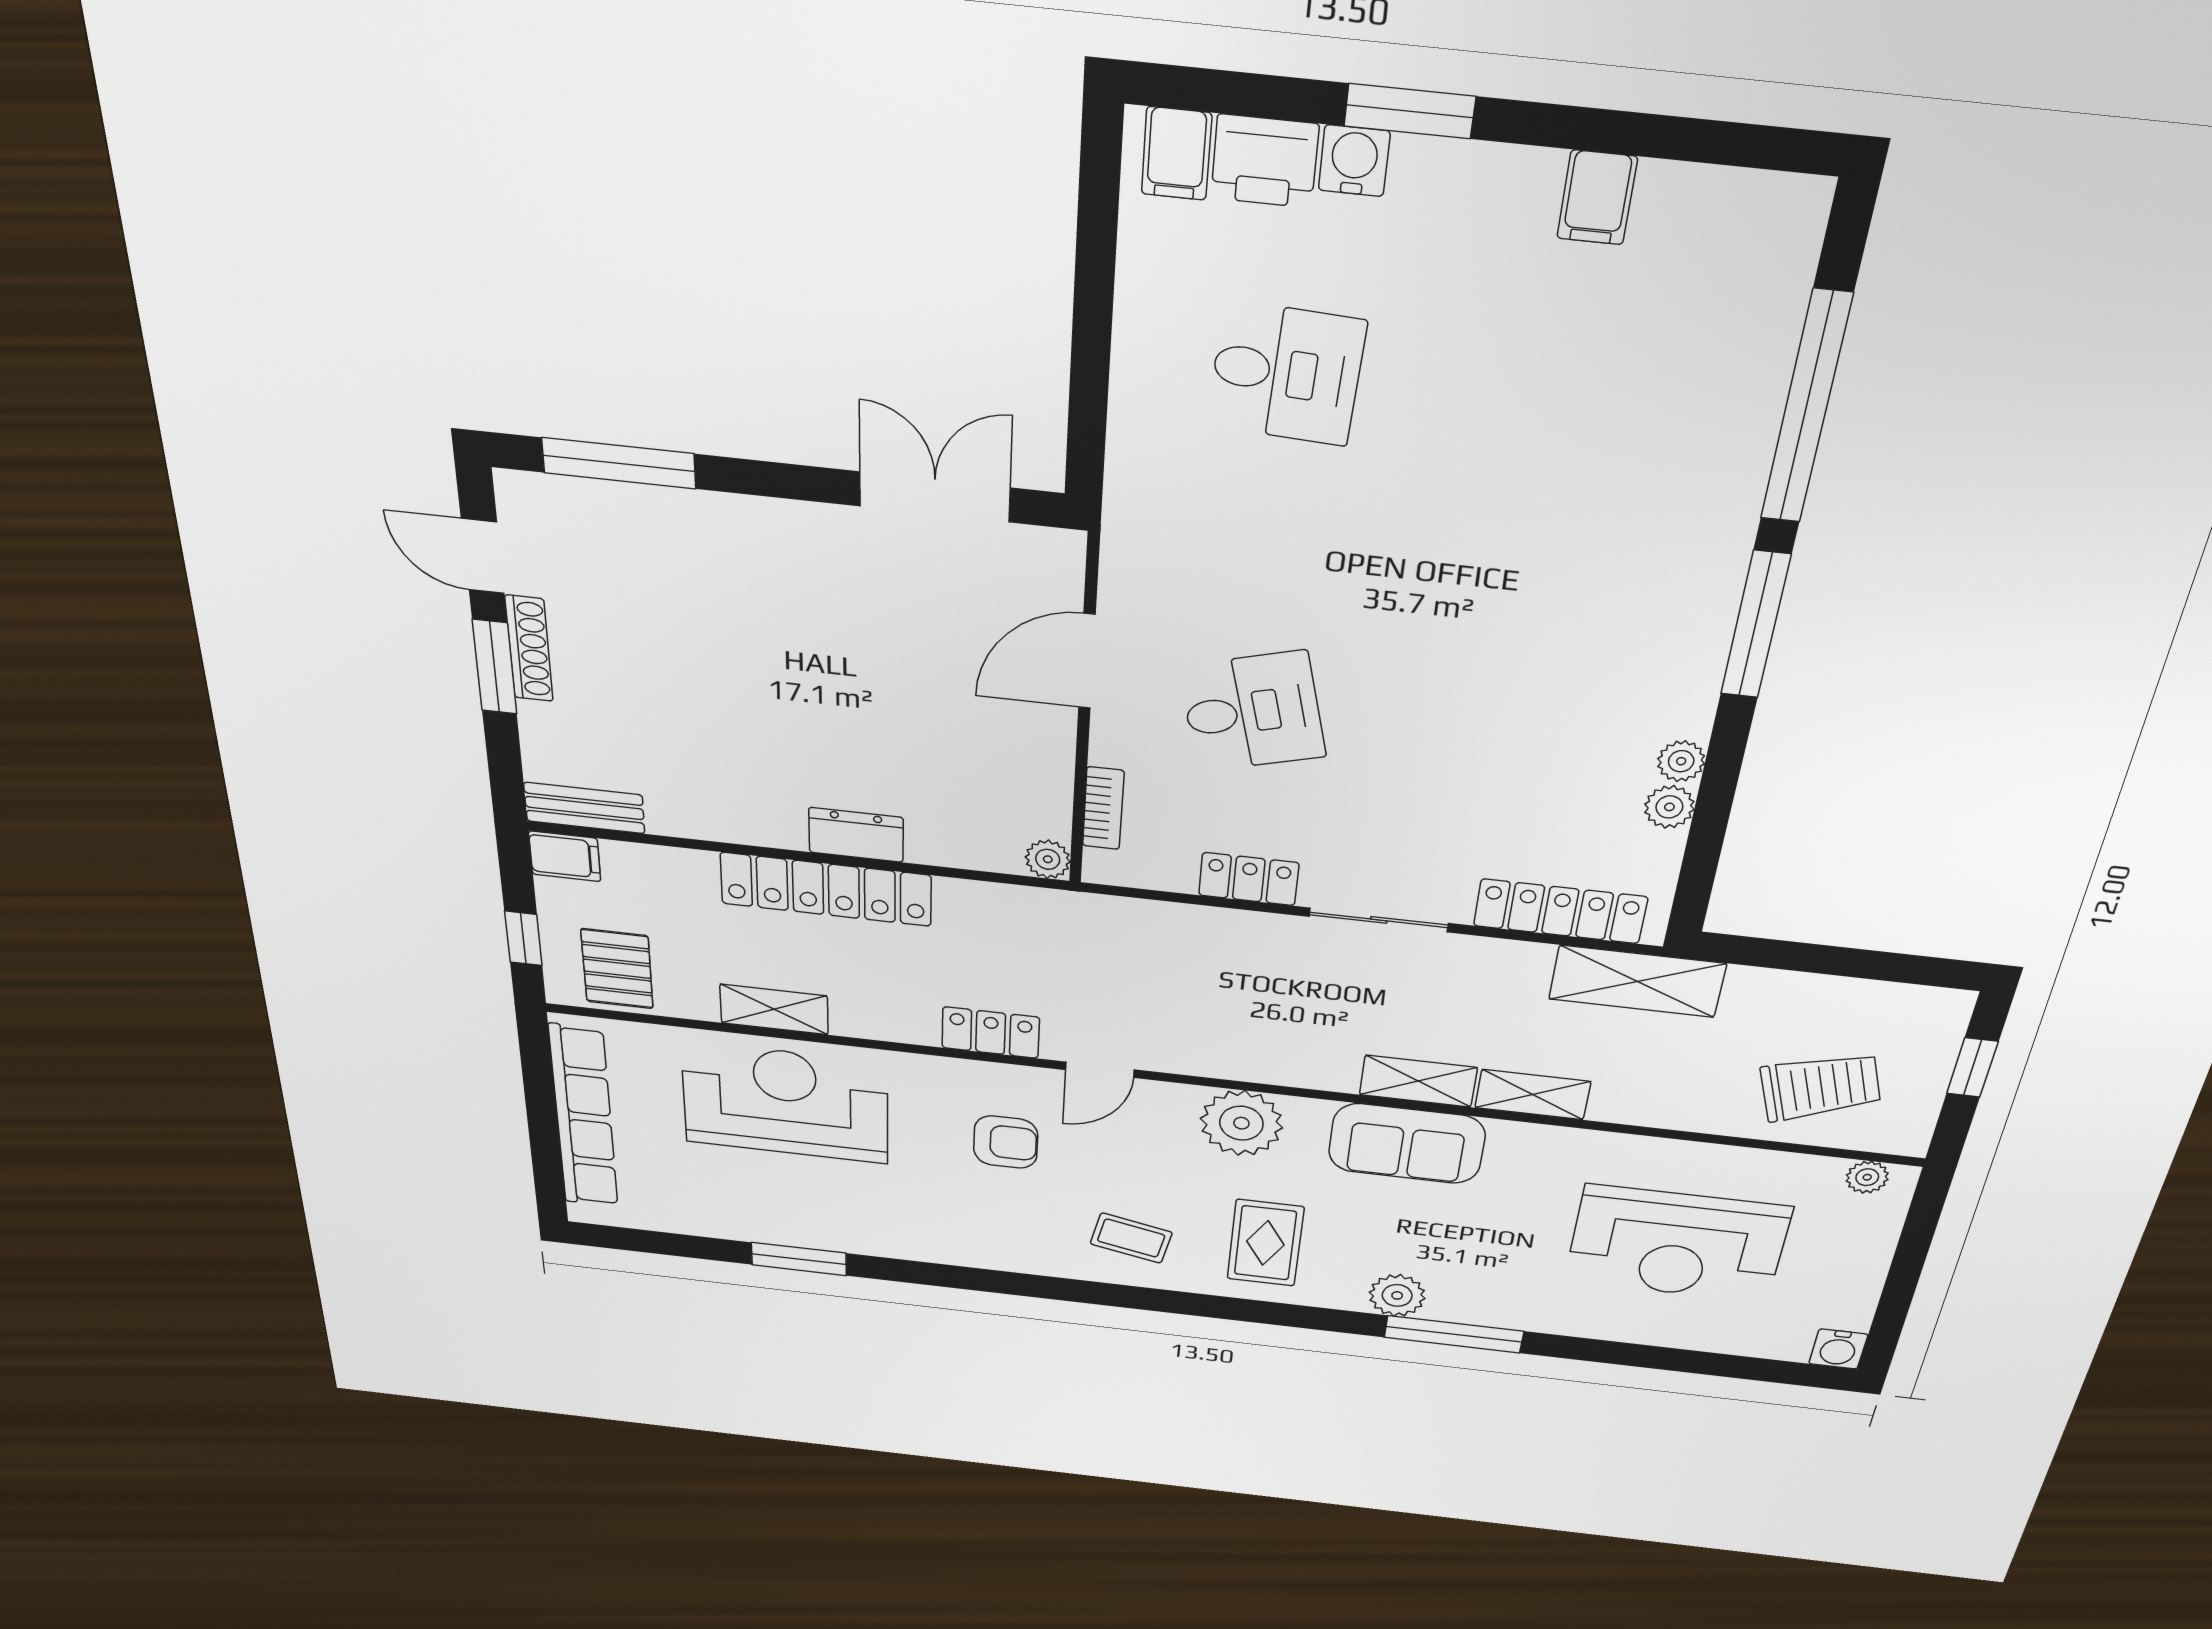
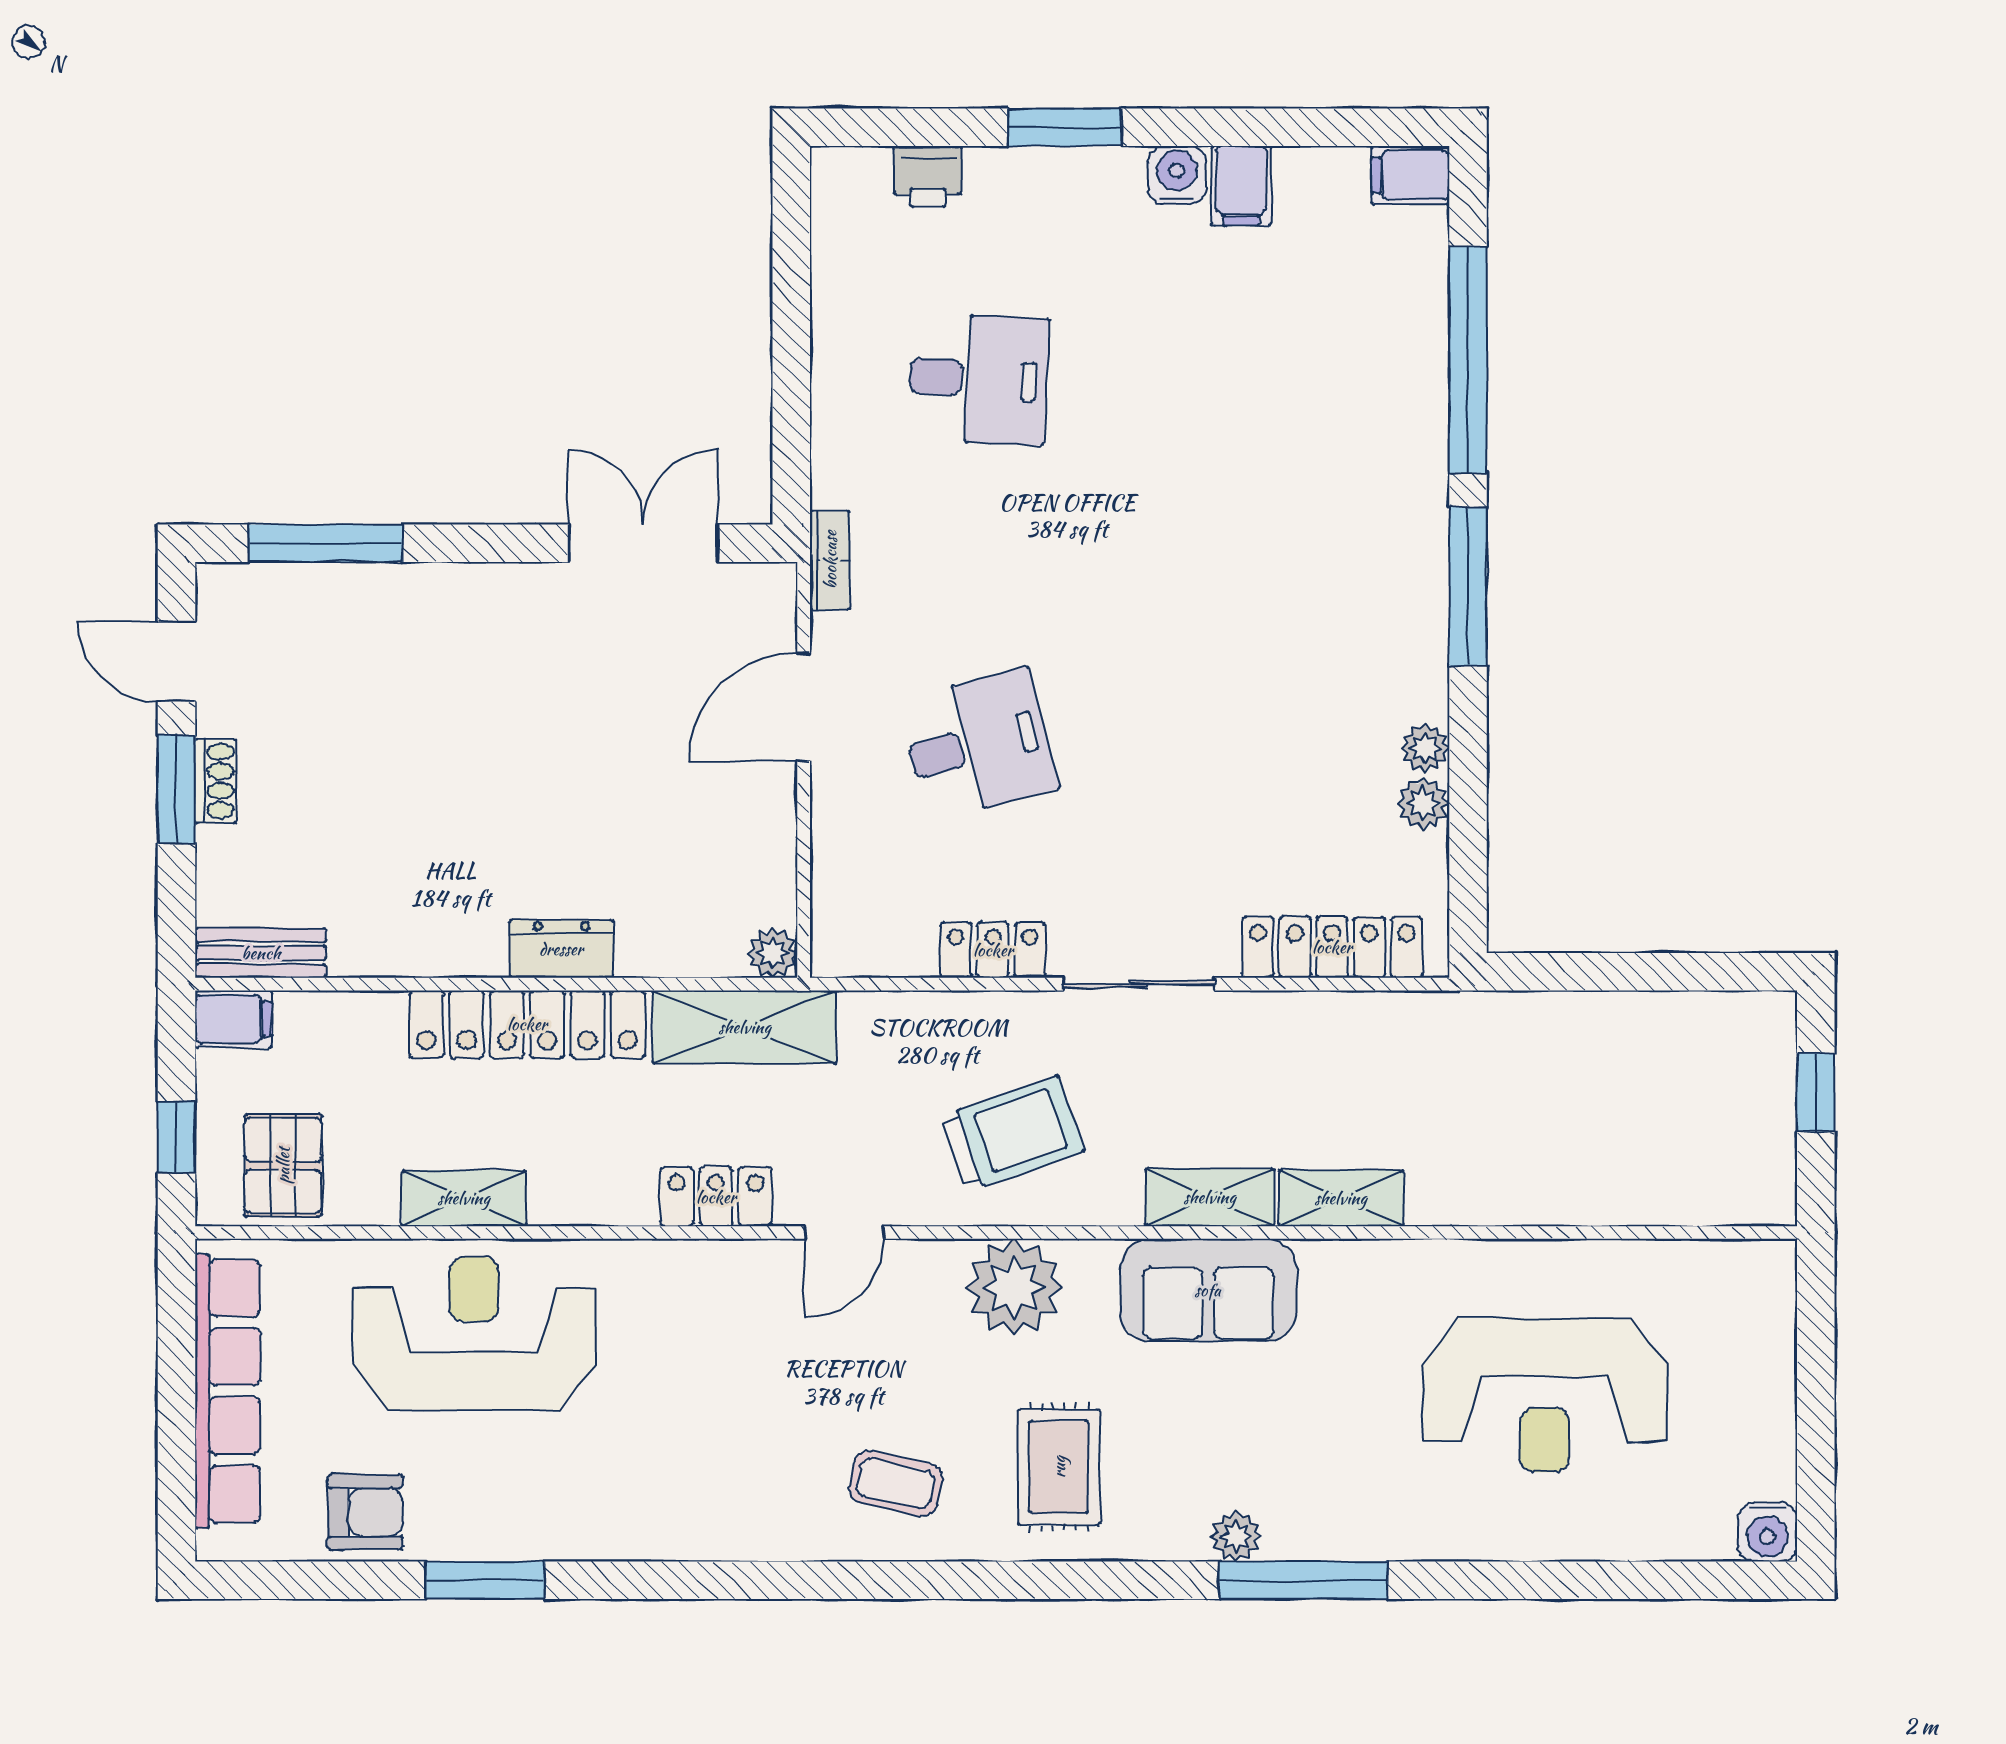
filing cabinet: (1176, 154) -> (1410, 175), moved, turned 90
printer: (1265, 161) -> (928, 176), width x0.73, depth x0.81
water cooler: (1354, 161) -> (1177, 175), moved
shoe rack: (529, 649) -> (216, 781), width x0.70
bookcase: (1103, 808) -> (830, 560), moved
shelving: (1637, 981) -> (745, 1027), moved
trolley: (1820, 1087) -> (1012, 1134), moved
armchair: (1006, 1142) -> (365, 1512), moved
plant: (1867, 1177) -> (1739, 1263), removed
plant: (1397, 1295) -> (1236, 1537), width x0.73, depth x0.73

